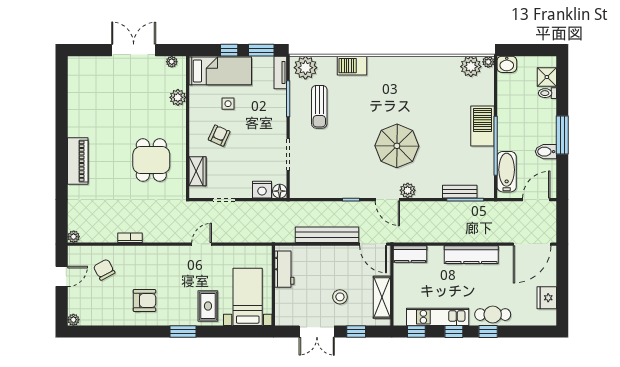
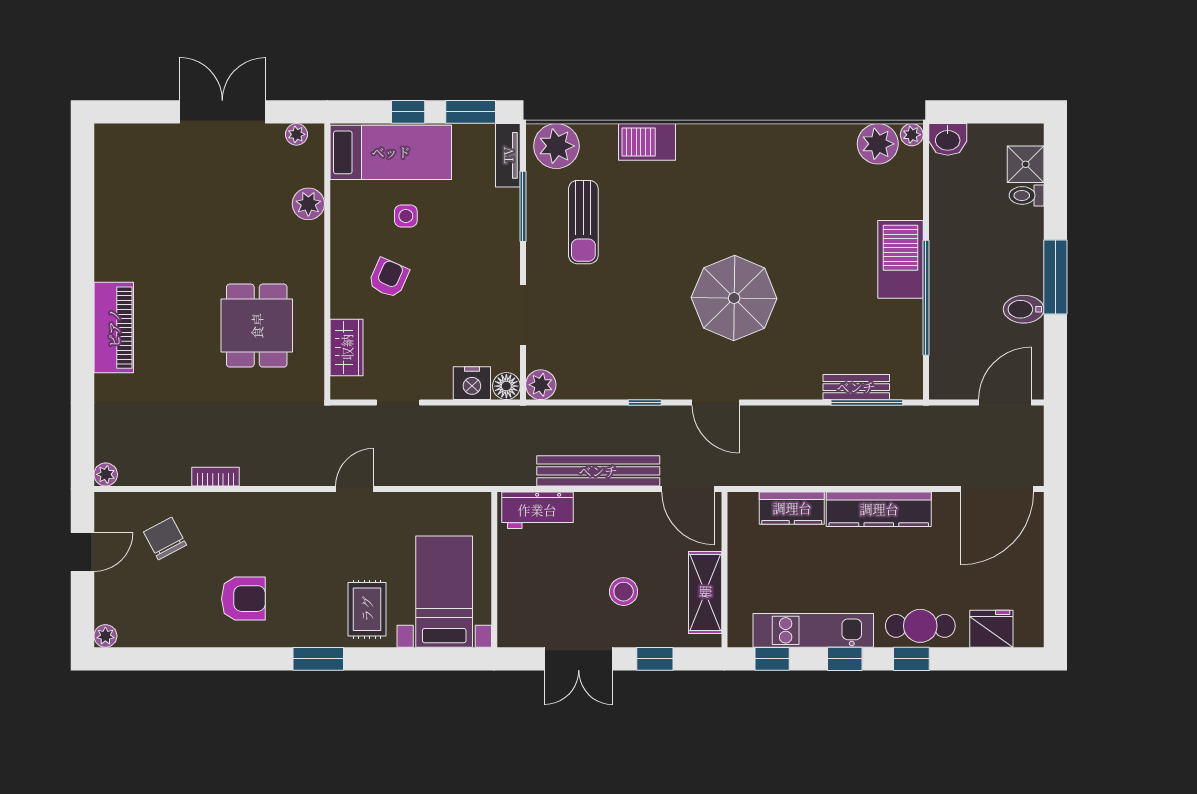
bathtub: (507, 172) -> (947, 348), removed
plant: (408, 190) -> (541, 385), moved
kitchen counter: (410, 254) -> (792, 508), moved
workbench: (284, 269) -> (537, 510), moved, turned 90
fridge: (547, 298) -> (991, 629), moved, turned 90

